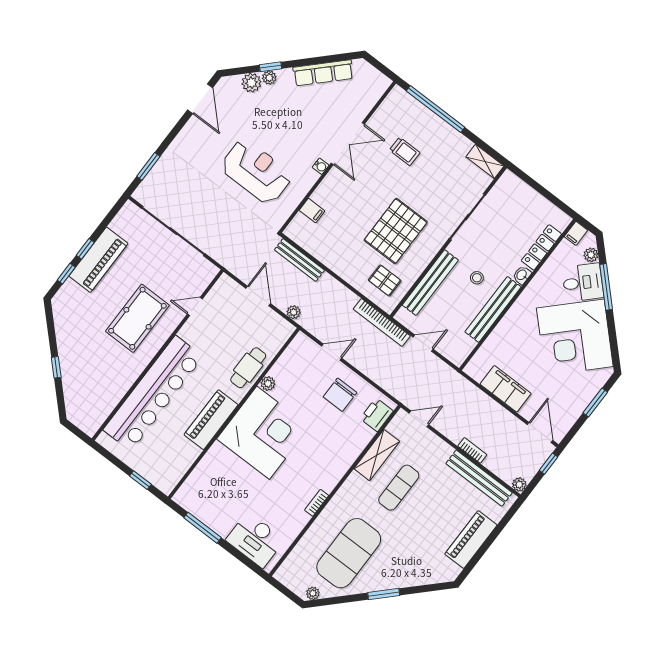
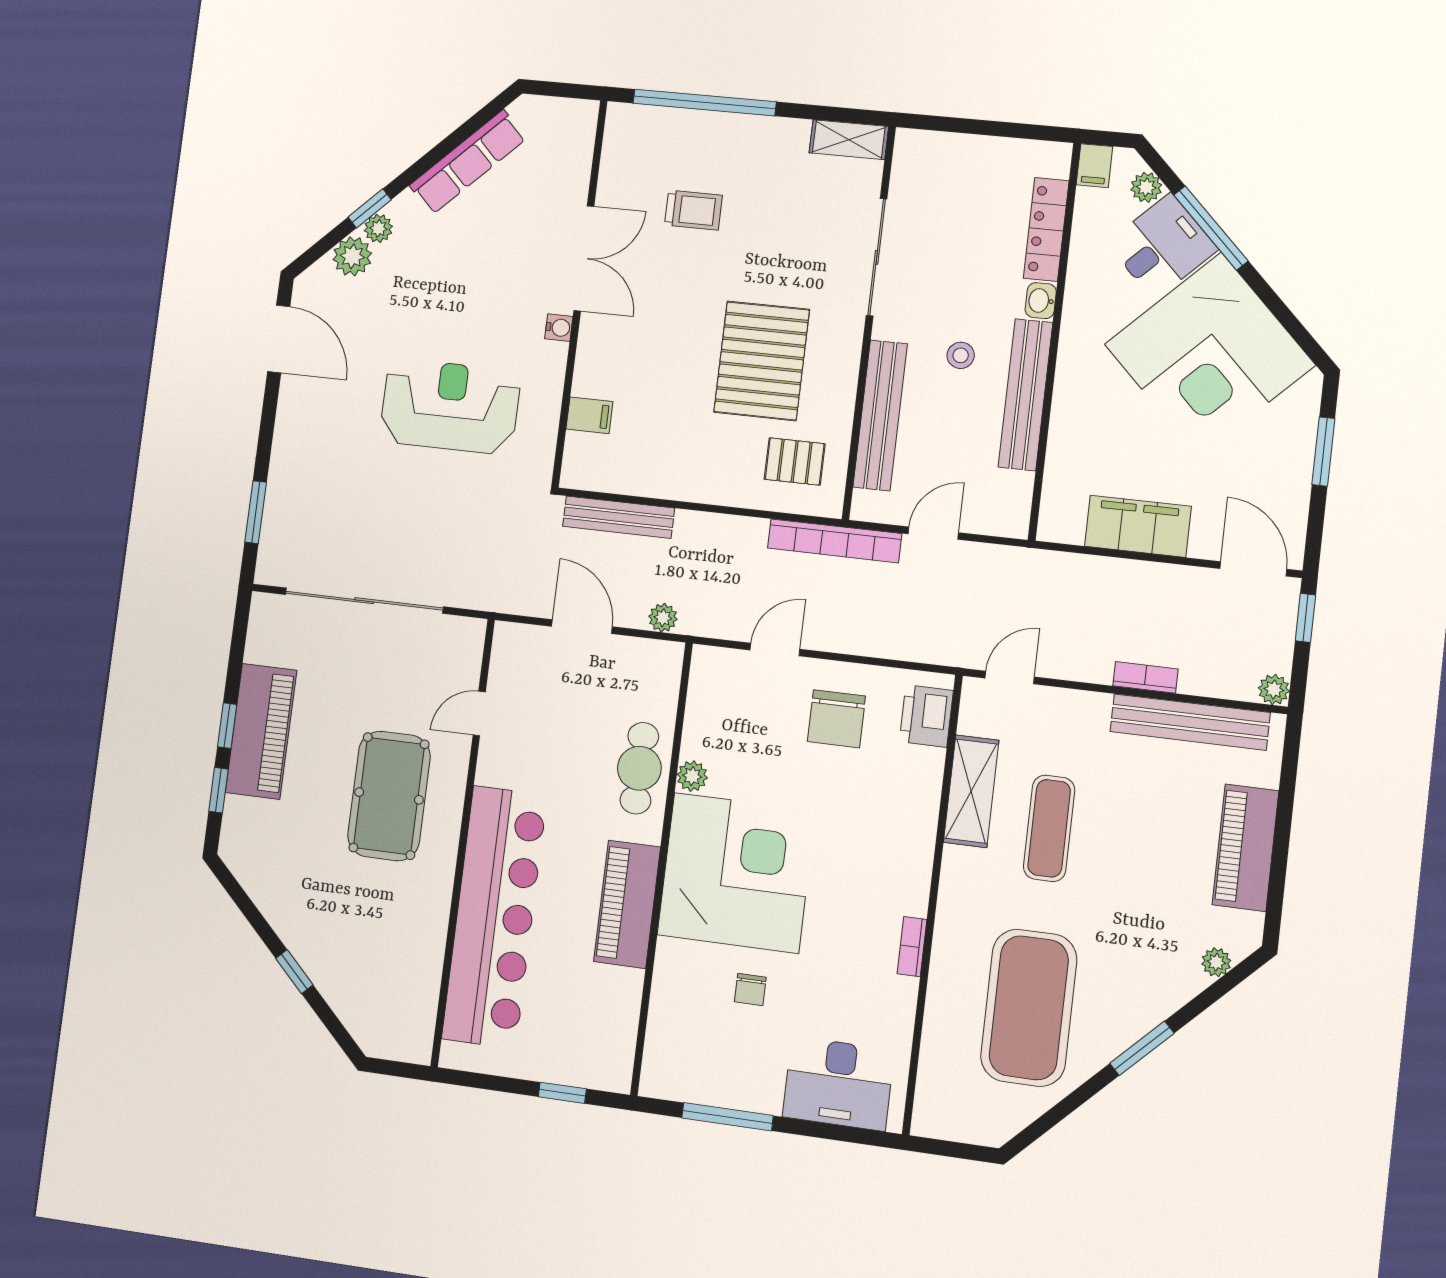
chair: (241, 483) -> (750, 989), added
plant: (313, 593) -> (1216, 962), moved

